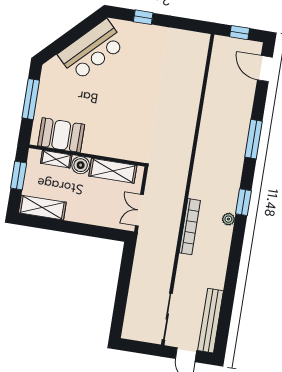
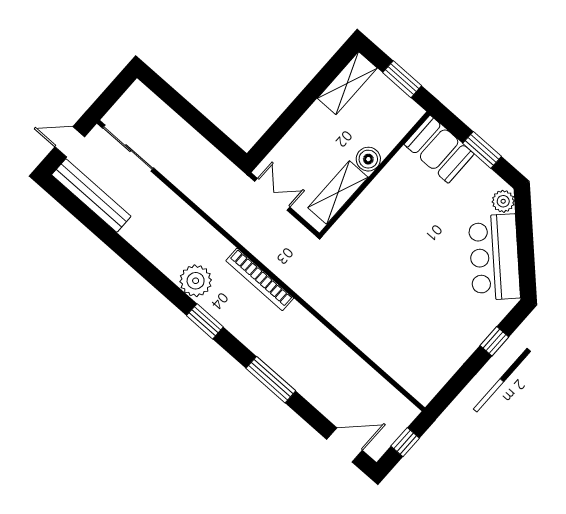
plant: (54, 66) -> (503, 201), added
window: (31, 99) -> (482, 150), width x0.69
booth: (61, 135) -> (439, 149), moved, turned 90
shelving: (56, 159) -> (393, 135), removed
plant: (228, 219) -> (196, 281), width x1.88, depth x1.88
bookcase: (190, 227) -> (260, 279), moved

